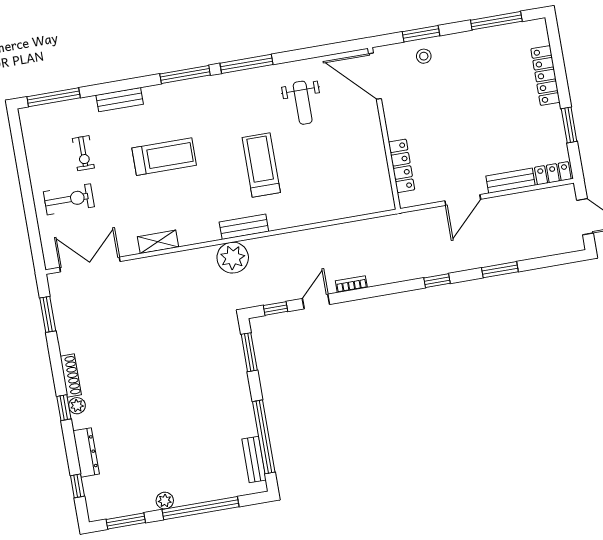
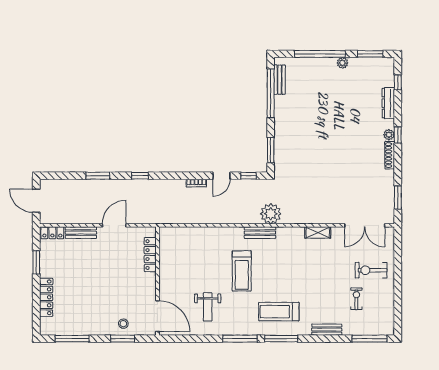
weight bench: (303, 103) -> (208, 307), turned 180
treadmill: (164, 157) -> (279, 312), moved

